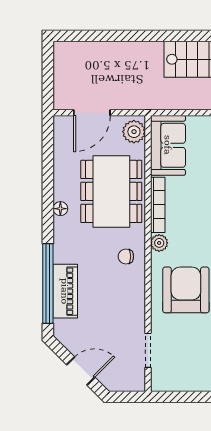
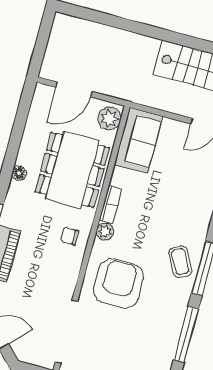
bookcase: (158, 205) -> (111, 204), width x0.64
doorway: (148, 350) -> (66, 332), width x1.88

